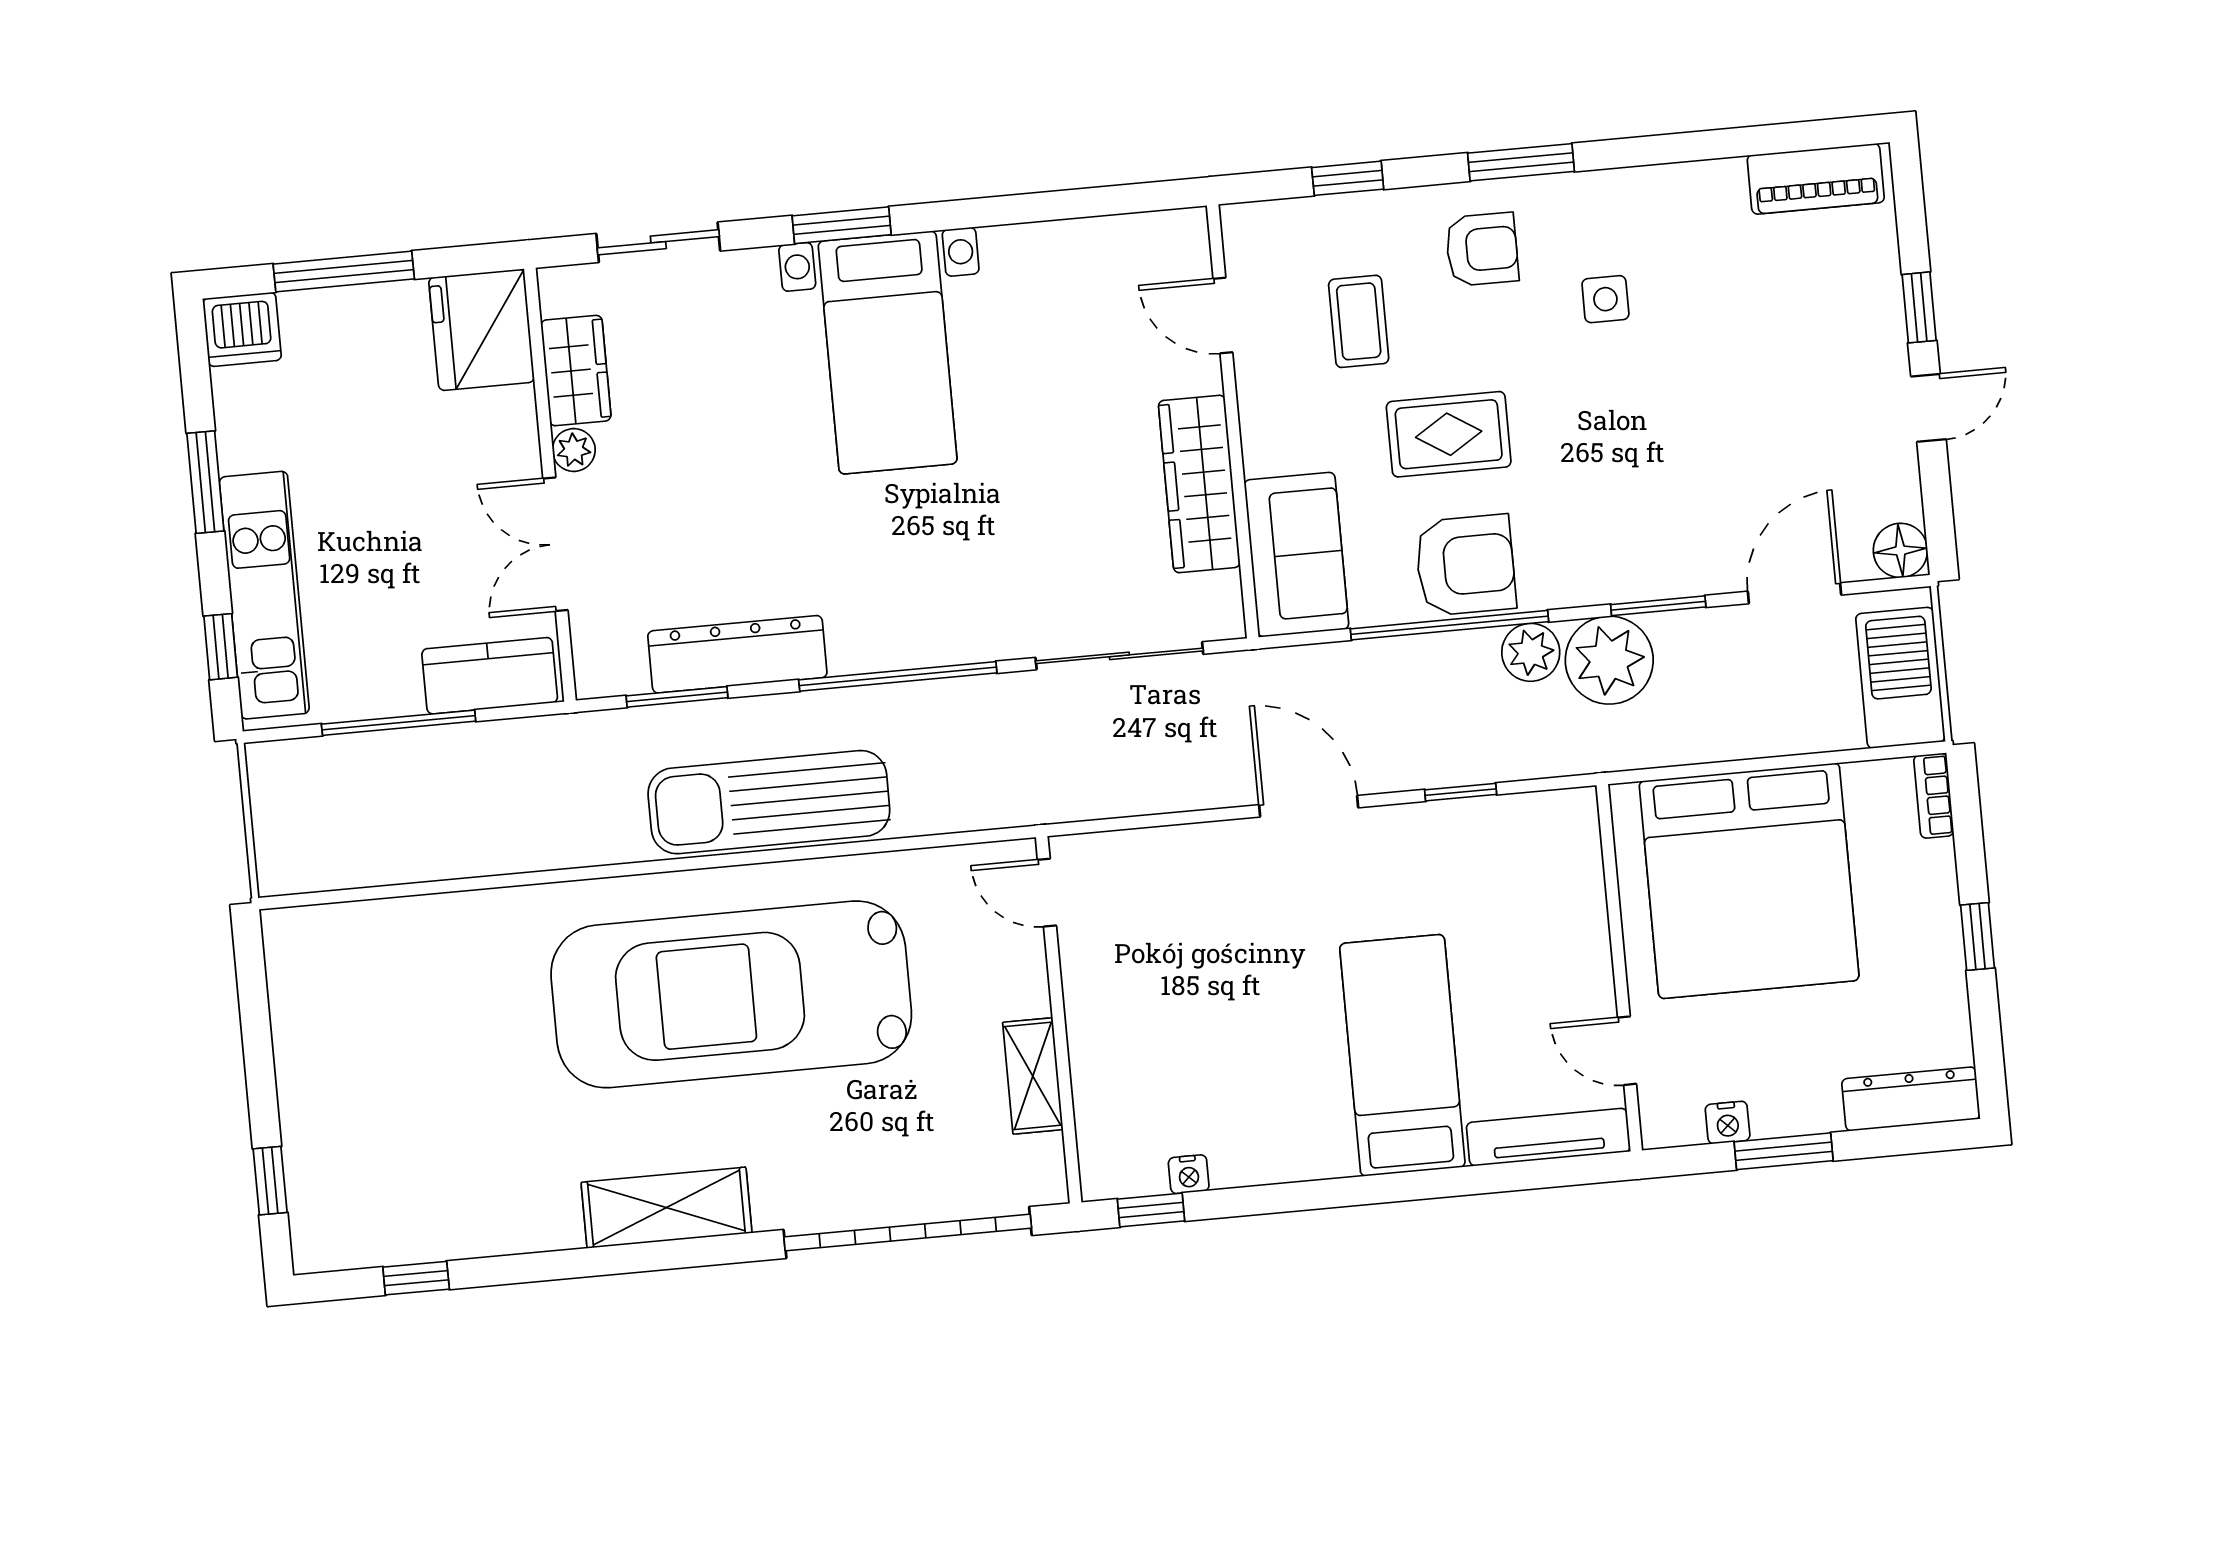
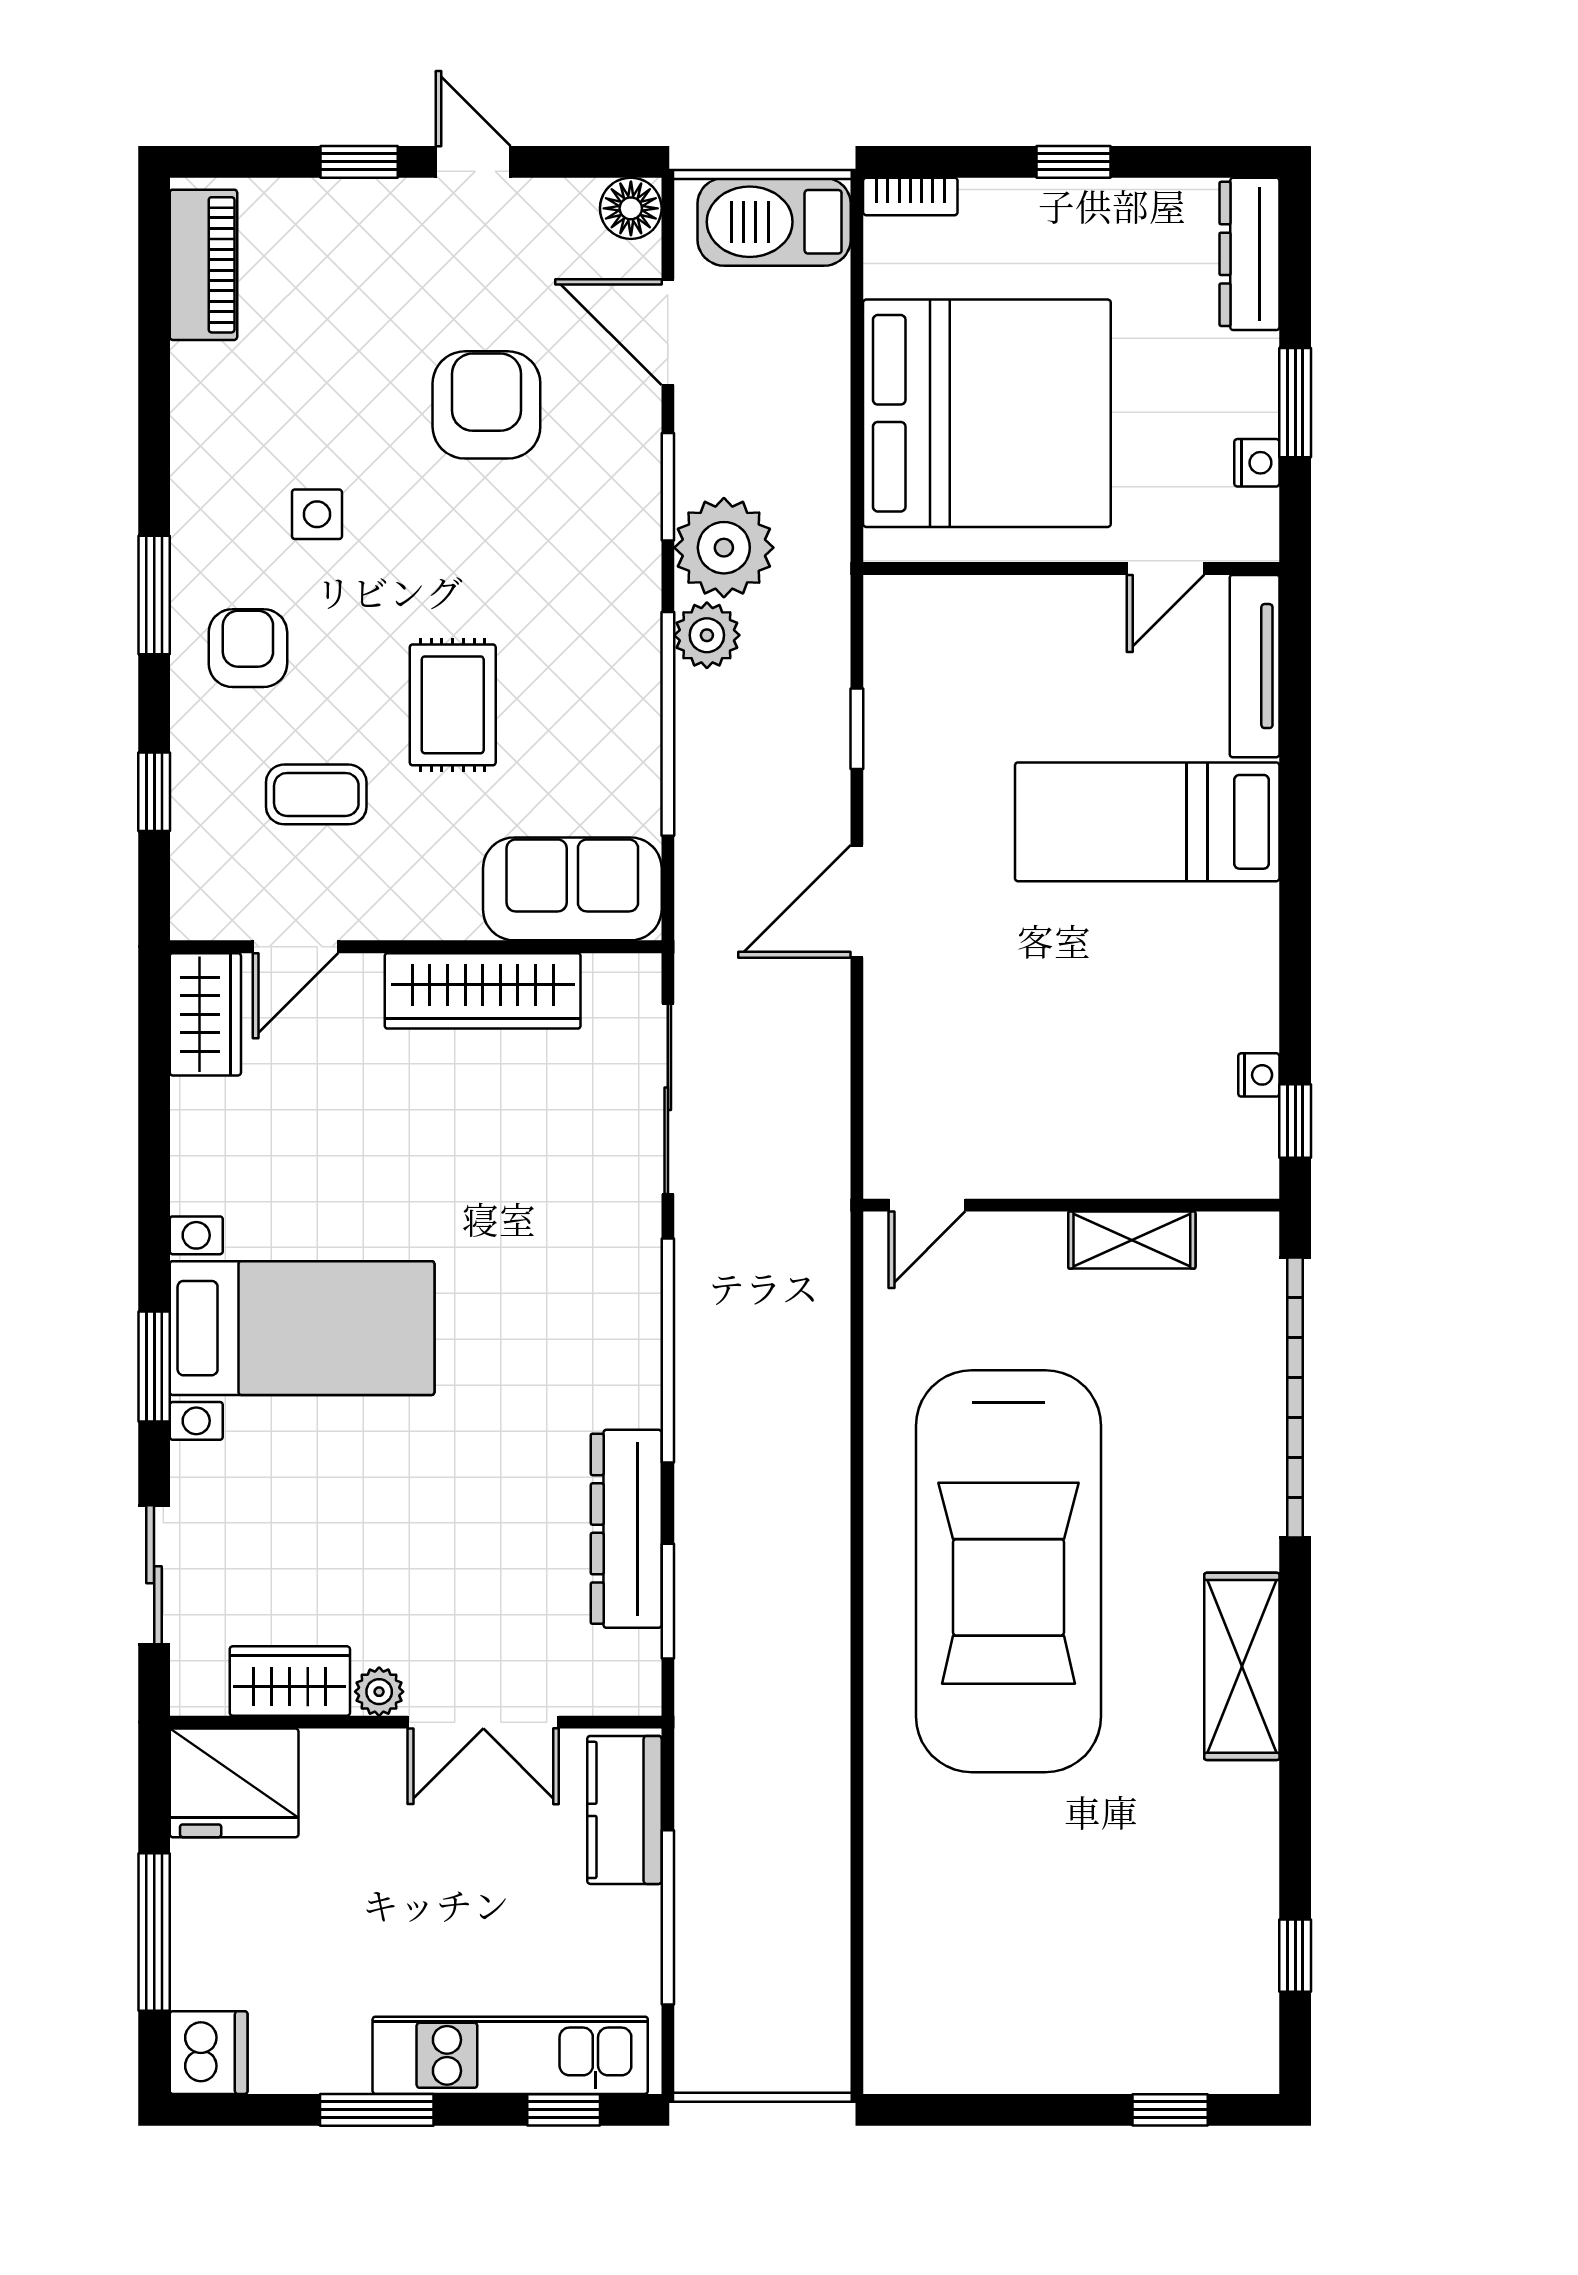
wardrobe: (1156, 242) -> (205, 1014), added
armchair: (1465, 565) -> (486, 405), moved
sun lounger: (769, 802) -> (796, 1509), removed

